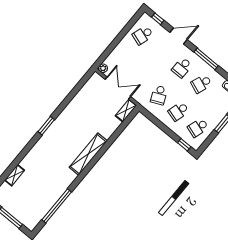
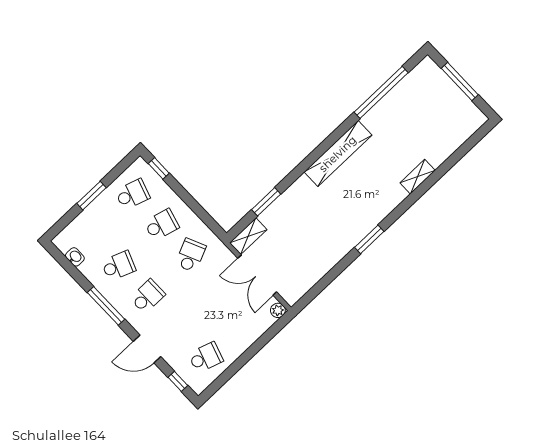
window: (46, 126) -> (369, 239), moved
window: (118, 132) -> (266, 202), added
shelving: (88, 154) -> (338, 154), moved
shelving: (15, 175) -> (418, 177), moved

